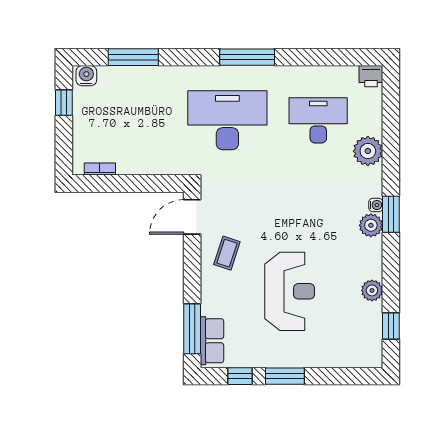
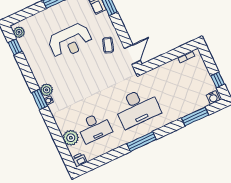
plant: (368, 151) -> (71, 138), moved
plant: (372, 290) -> (19, 32), moved
reception desk: (290, 291) -> (70, 41), turned -90

